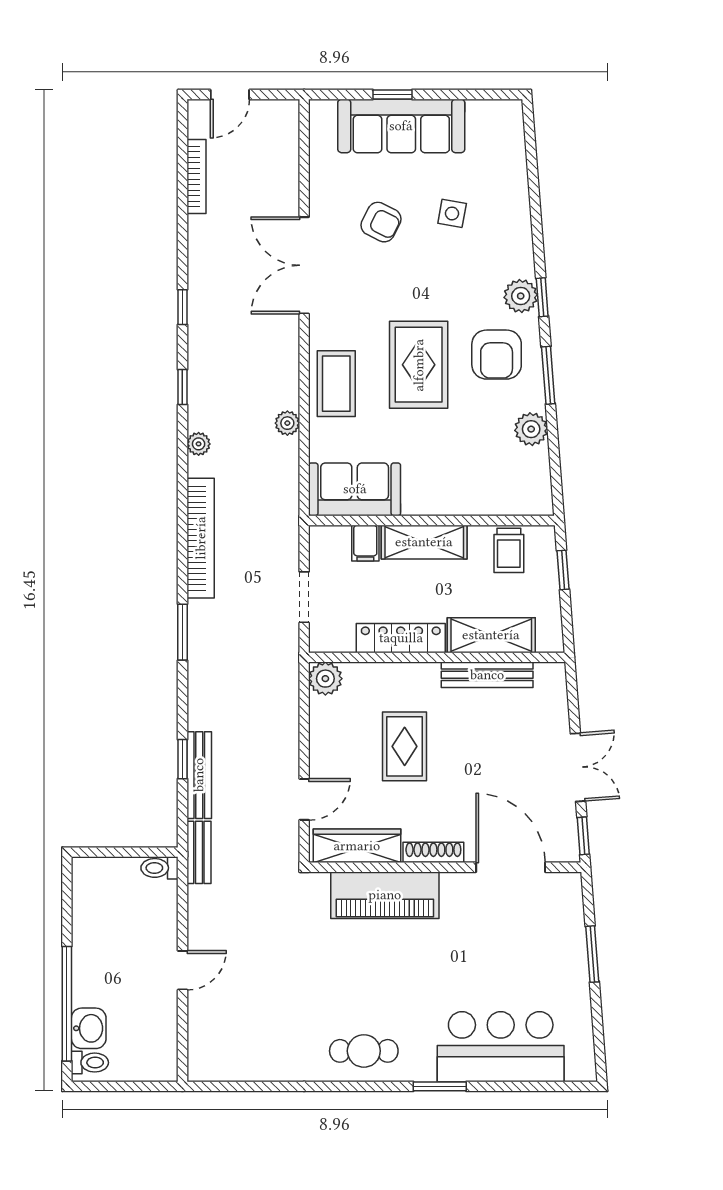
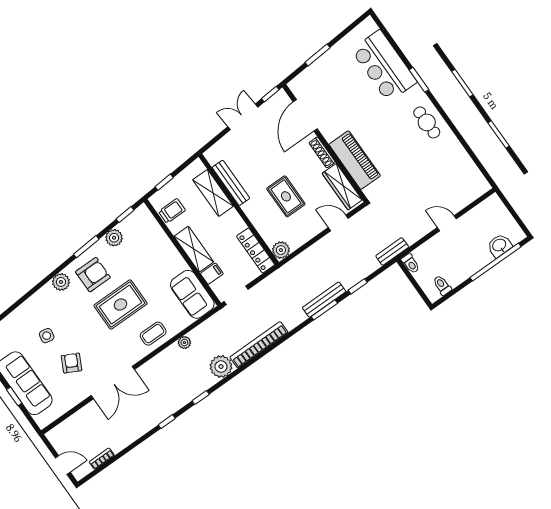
bookcase: (196, 176) -> (102, 459), width x0.64
window: (542, 297) -> (125, 215), moved
coffee table: (336, 384) -> (153, 334), width x0.73, depth x0.77
plant: (199, 444) -> (221, 367), width x1.87, depth x1.87
doorway: (304, 597) -> (236, 295), moved
window: (182, 632) -> (324, 310), moved
locker: (401, 638) -> (256, 250), moved
rug: (405, 746) -> (286, 196), turned 90
bench: (199, 775) -> (324, 300), moved
toilet: (90, 1063) -> (442, 285), moved

